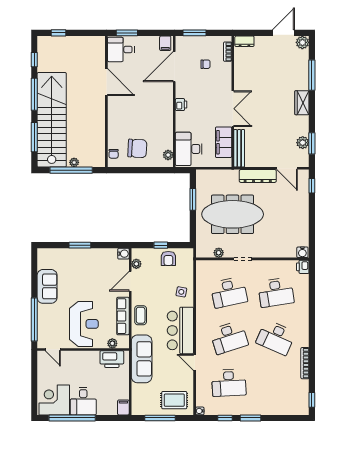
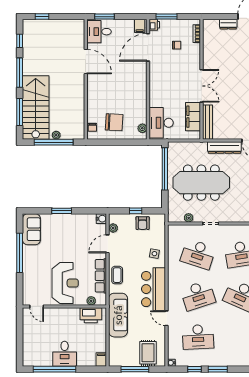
dresser: (244, 41) -> (228, 24), moved
printer: (181, 105) -> (154, 25), moved
stairs: (52, 120) -> (36, 108), width x0.73
window: (193, 199) -> (165, 169), width x2.11
sofa: (47, 286) -> (31, 229), moved
desk: (229, 292) -> (198, 254), turned 30
window: (34, 320) -> (20, 253), moved
corner desk: (54, 400) -> (38, 353), removed
rug: (174, 400) -> (148, 353), turned 90

